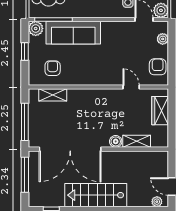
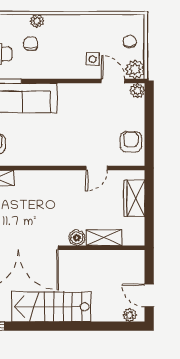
plant: (163, 39) -> (137, 90), moved
door: (131, 87) -> (97, 168), swing flipped

